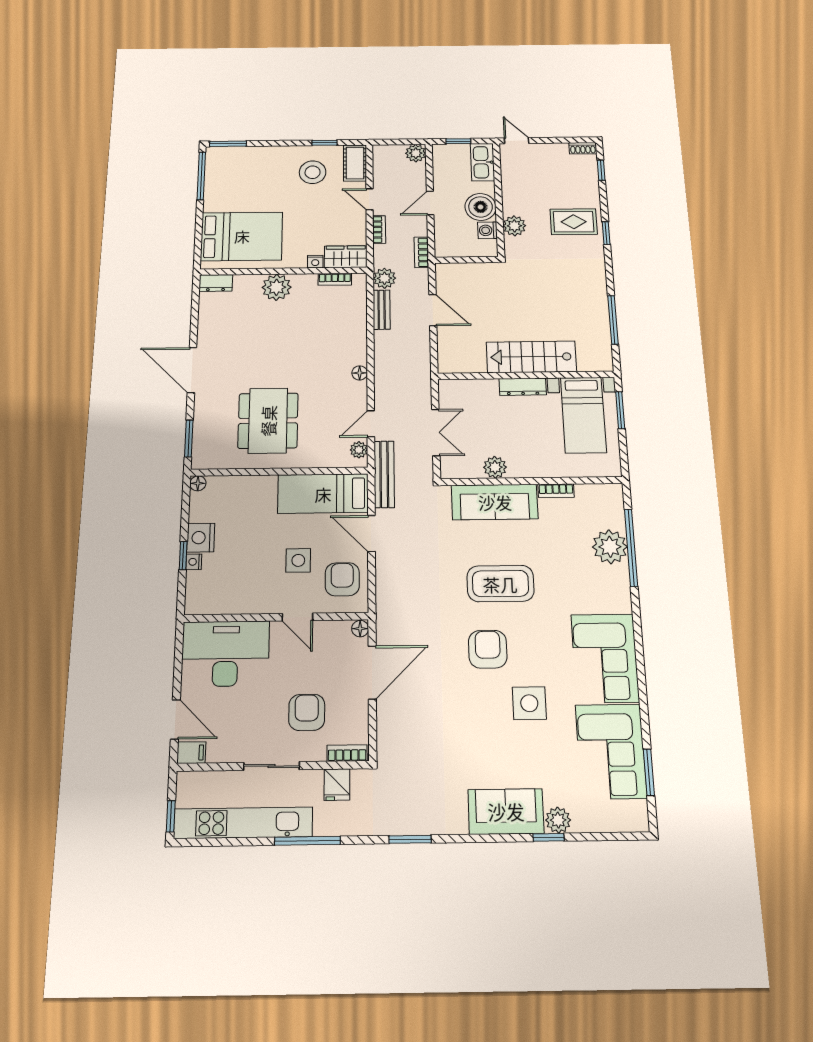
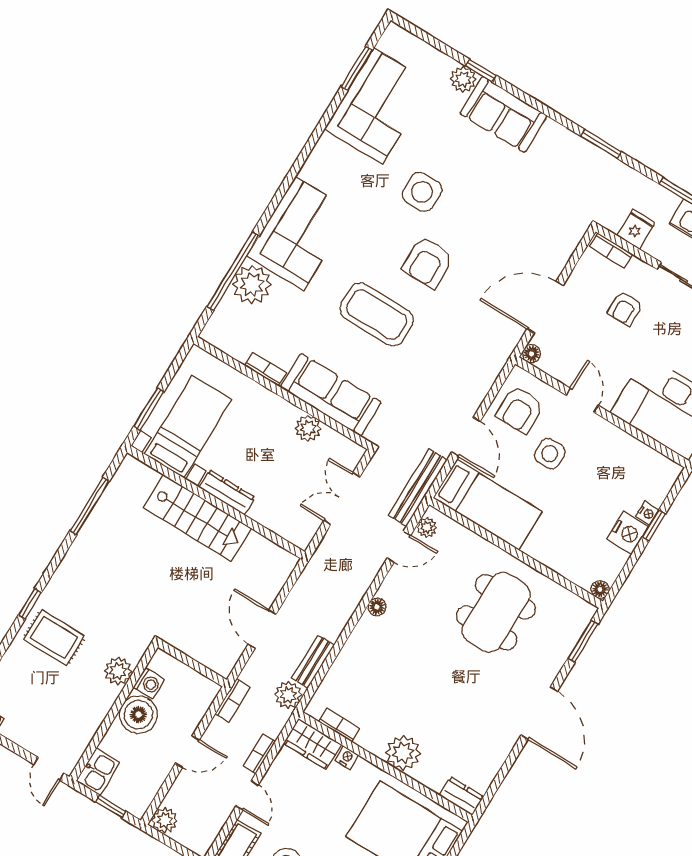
kitchen sink: (483, 162) -> (98, 772), width x0.73
corner sofa: (605, 658) -> (299, 234), moved
armchair: (307, 712) -> (625, 308), width x0.72, depth x0.72

